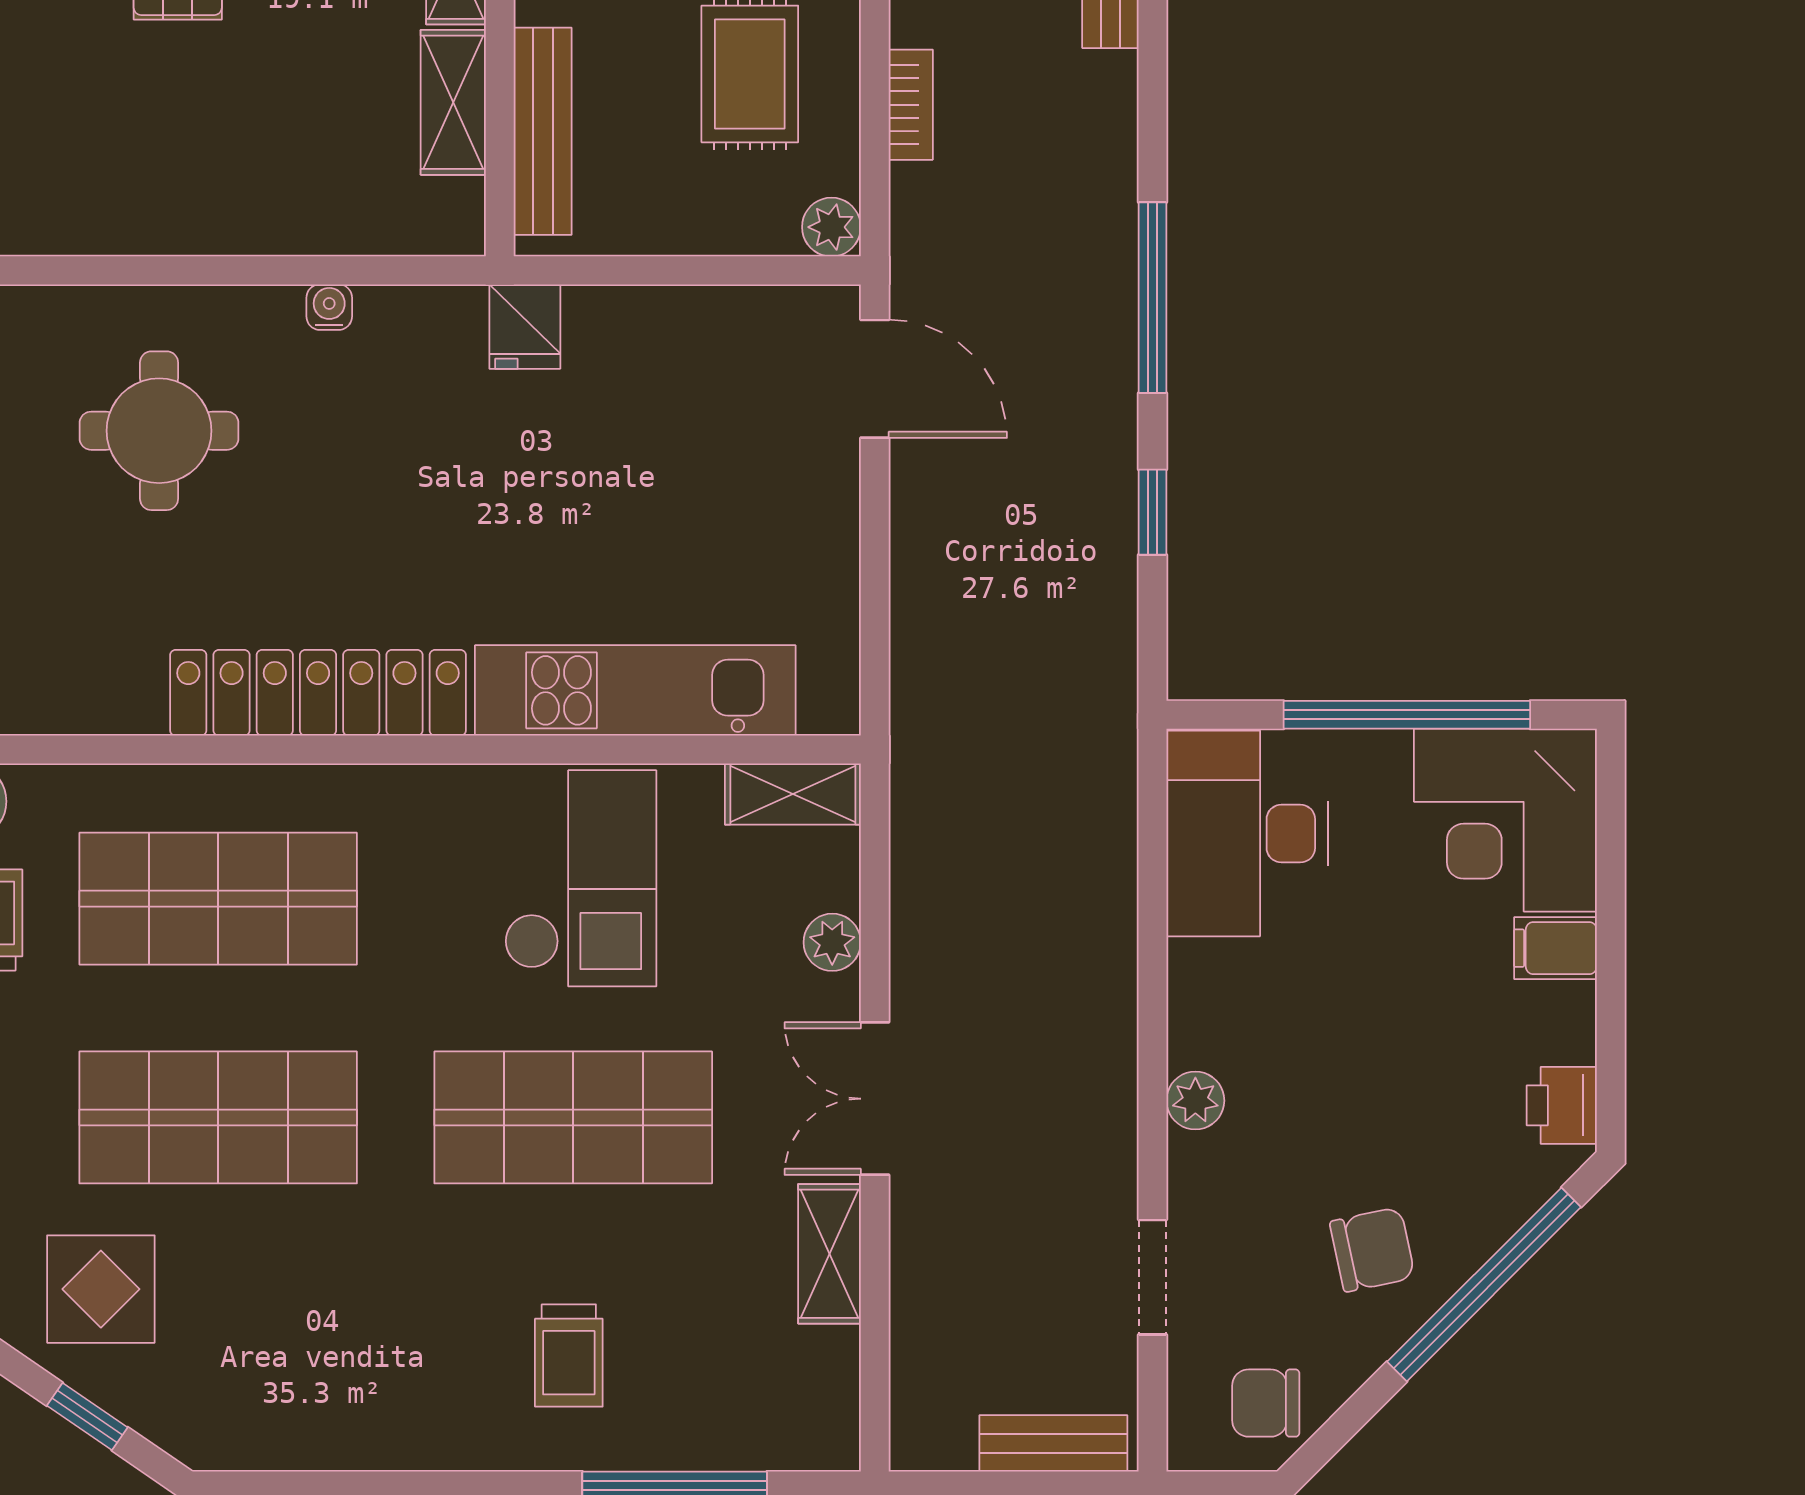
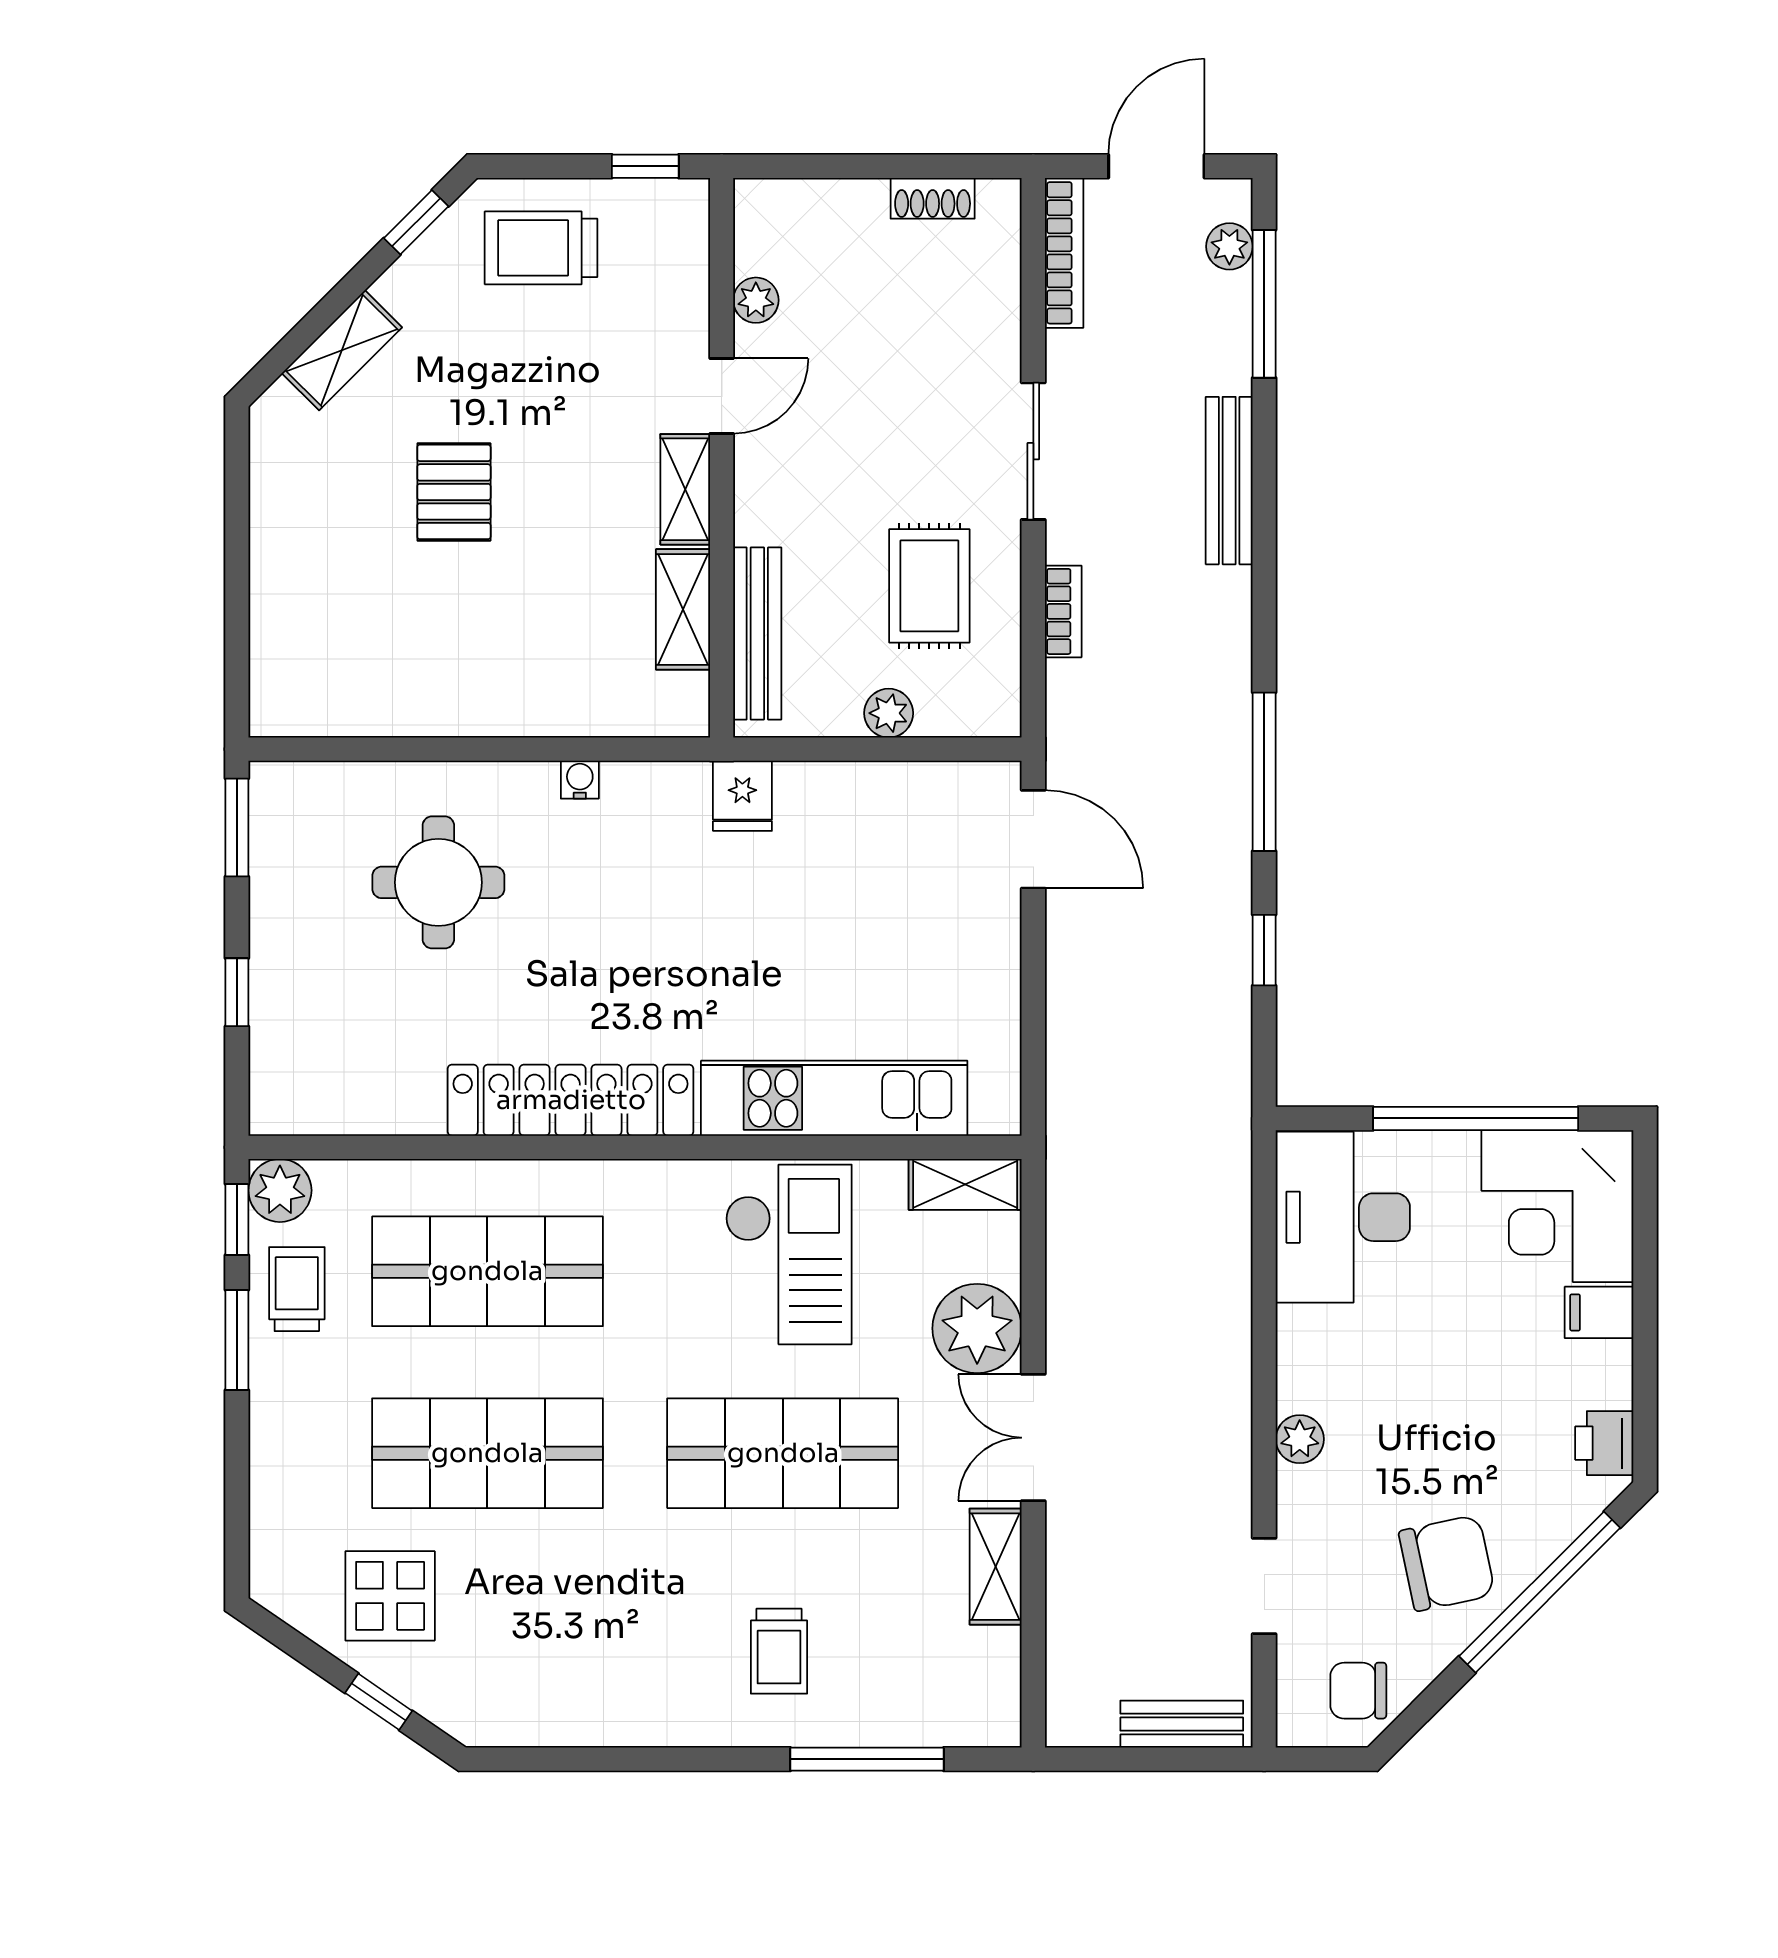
plant: (831, 227) -> (889, 713), moved
plant: (832, 942) -> (977, 1328), width x1.88, depth x1.88
chair: (1372, 1250) -> (1447, 1563), width x1.37, depth x1.37

